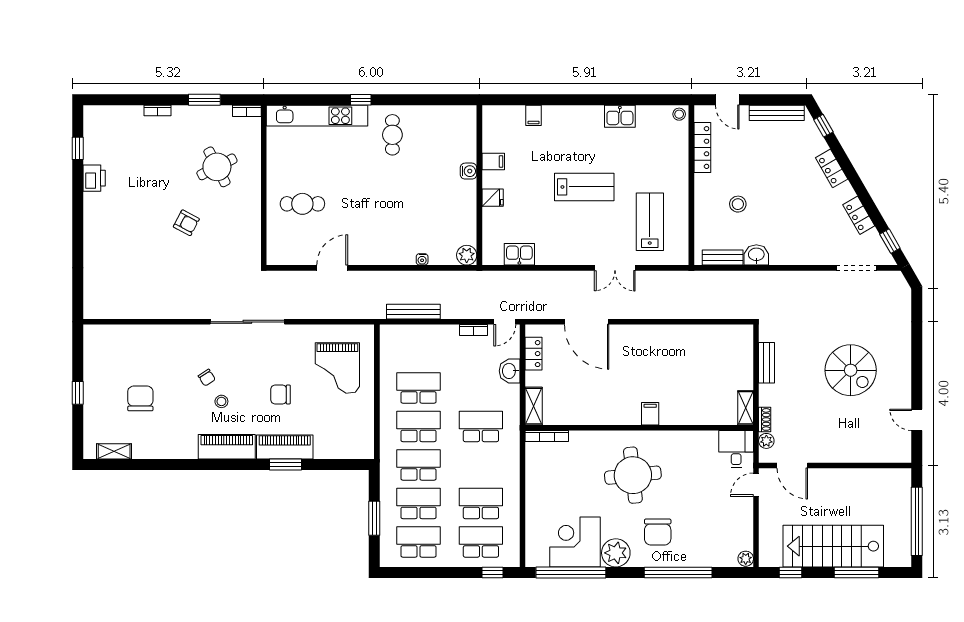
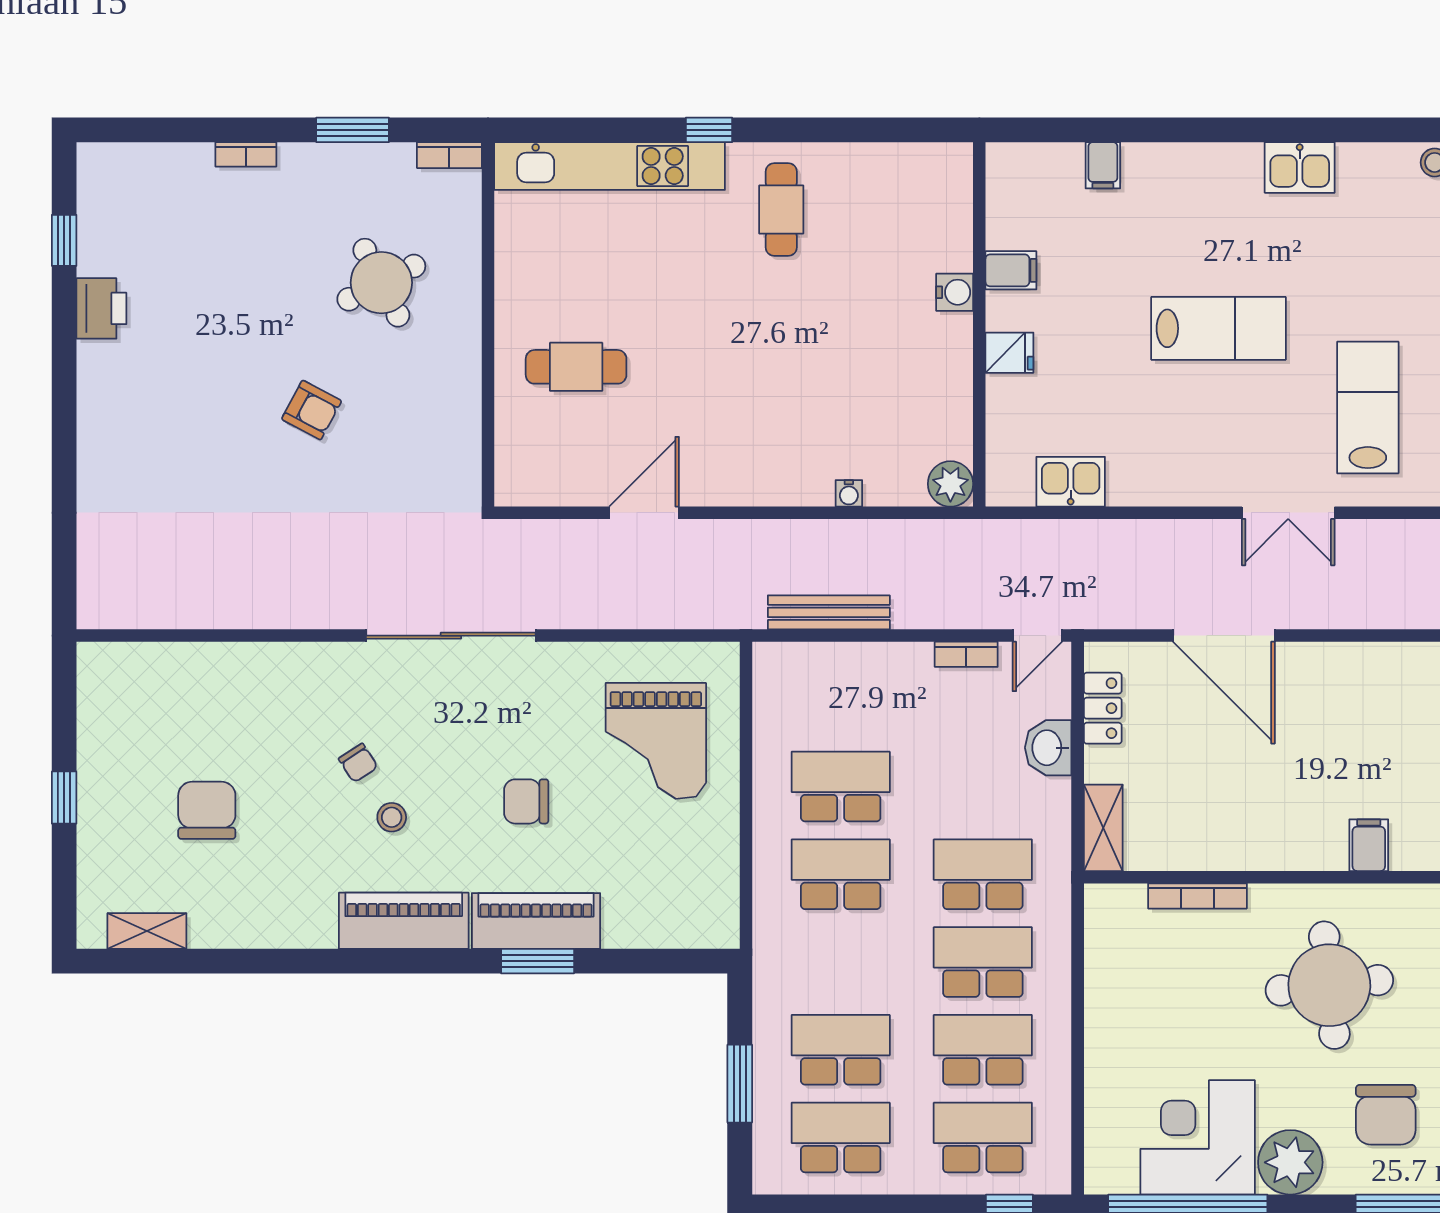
bookcase: (547, 436) -> (1197, 896), moved
school desk: (418, 465) -> (983, 962), moved

